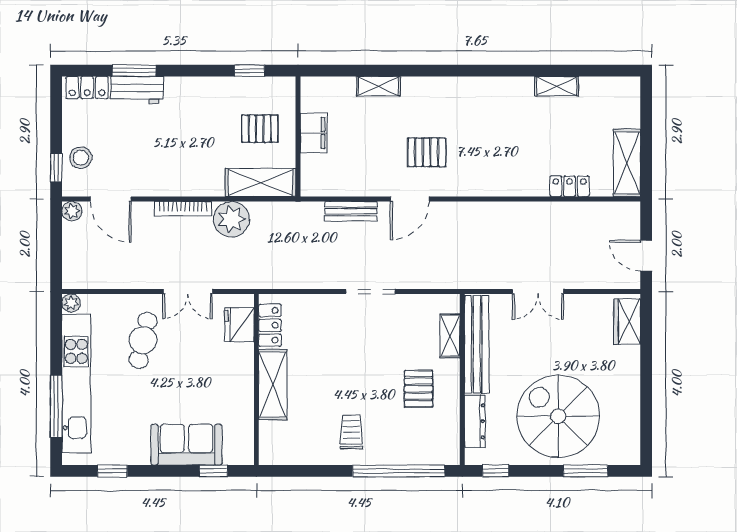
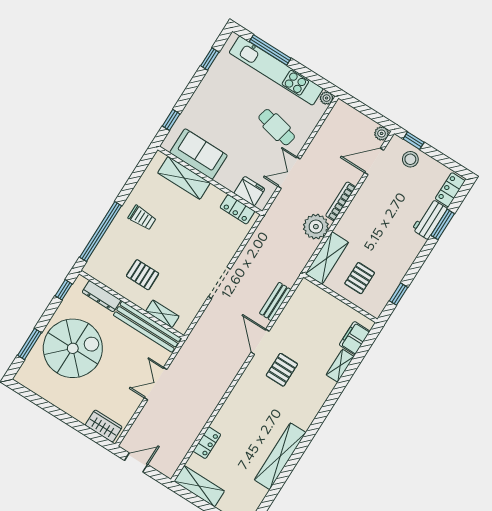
shelving: (557, 86) -> (280, 456), width x2.20, depth x1.33
filing cabinet: (314, 133) -> (355, 338), moved, turned 90
shelving: (273, 385) -> (184, 178), moved
sofa: (186, 445) -> (198, 154), moved, turned -90

